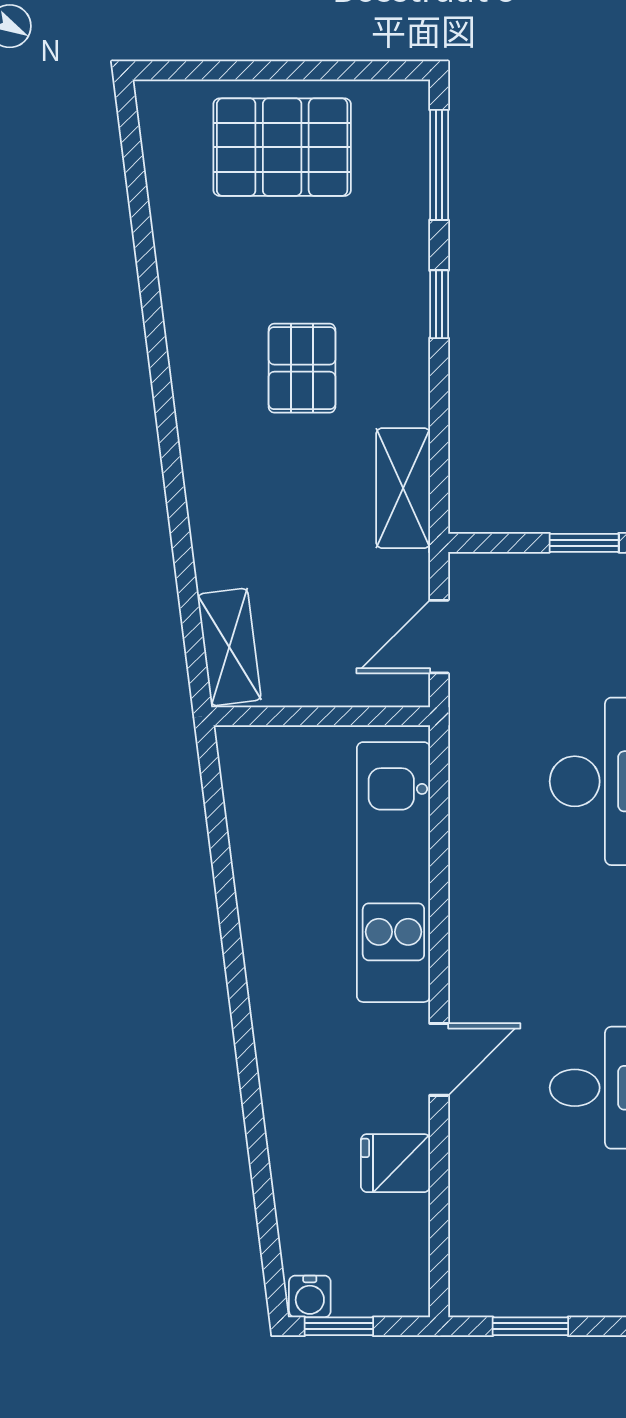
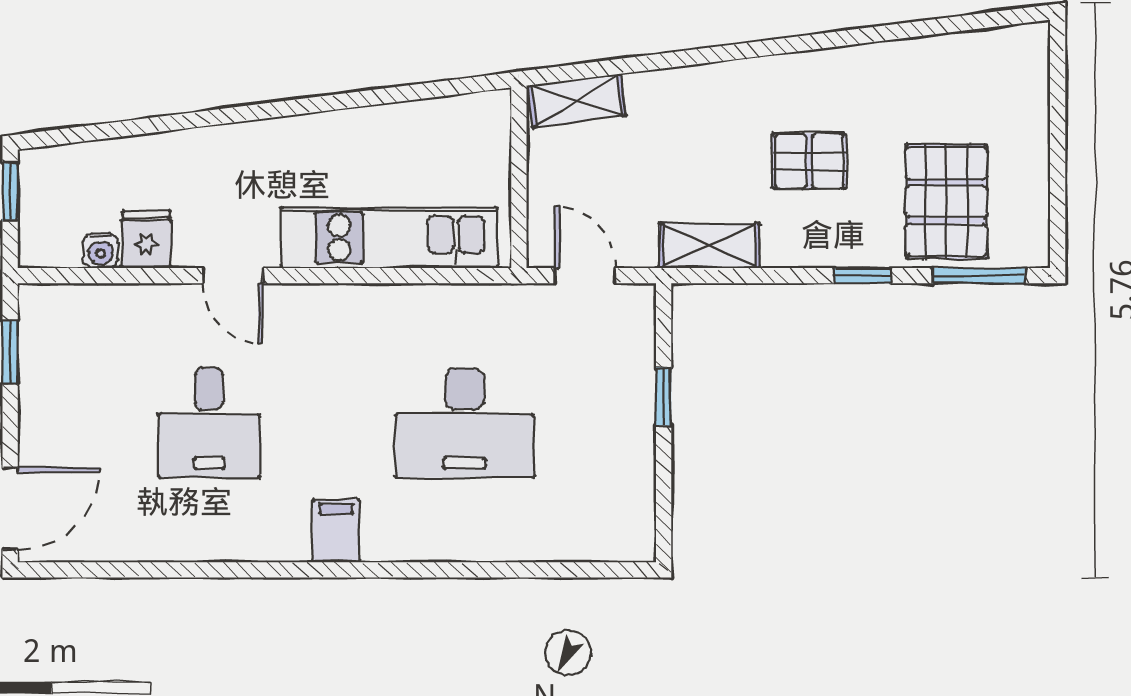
pallet: (282, 147) -> (946, 202), moved
water cooler: (310, 1296) -> (101, 251), moved, turned -90

